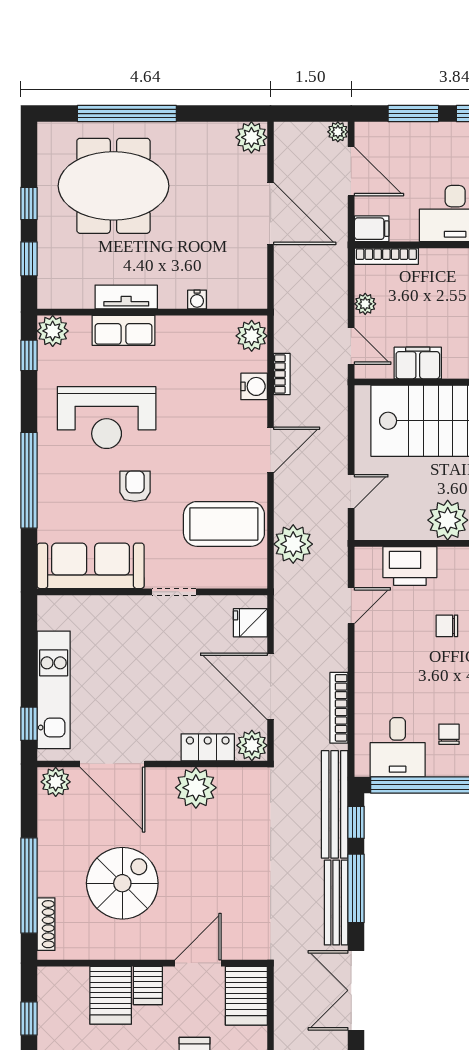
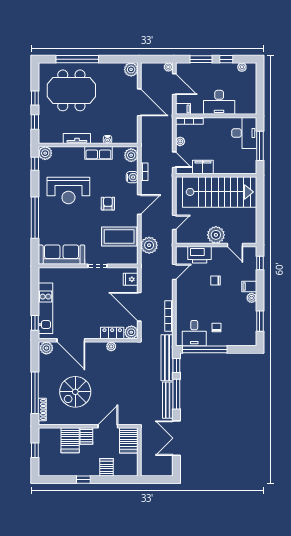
row of seats: (123, 330) -> (98, 153), moved
armchair: (135, 486) -> (108, 204), moved
plant: (196, 788) -> (111, 346), width x0.53, depth x0.53
spiral stairs: (122, 883) -> (75, 392), turned 180

